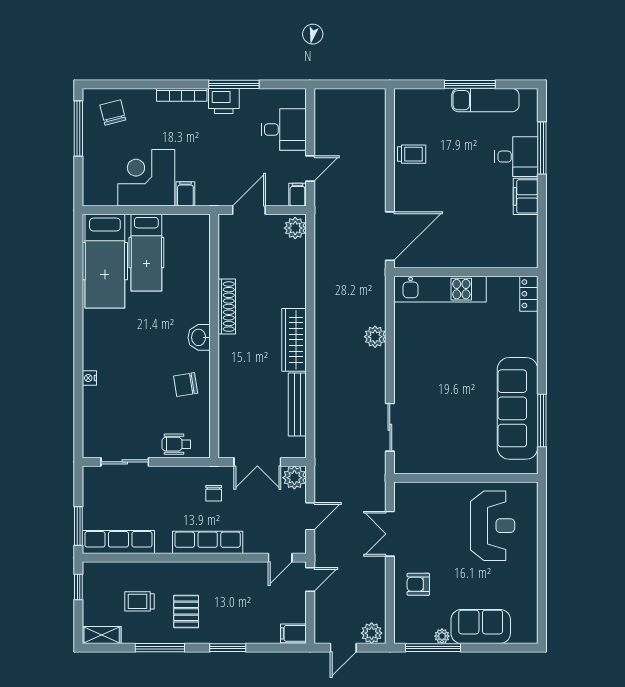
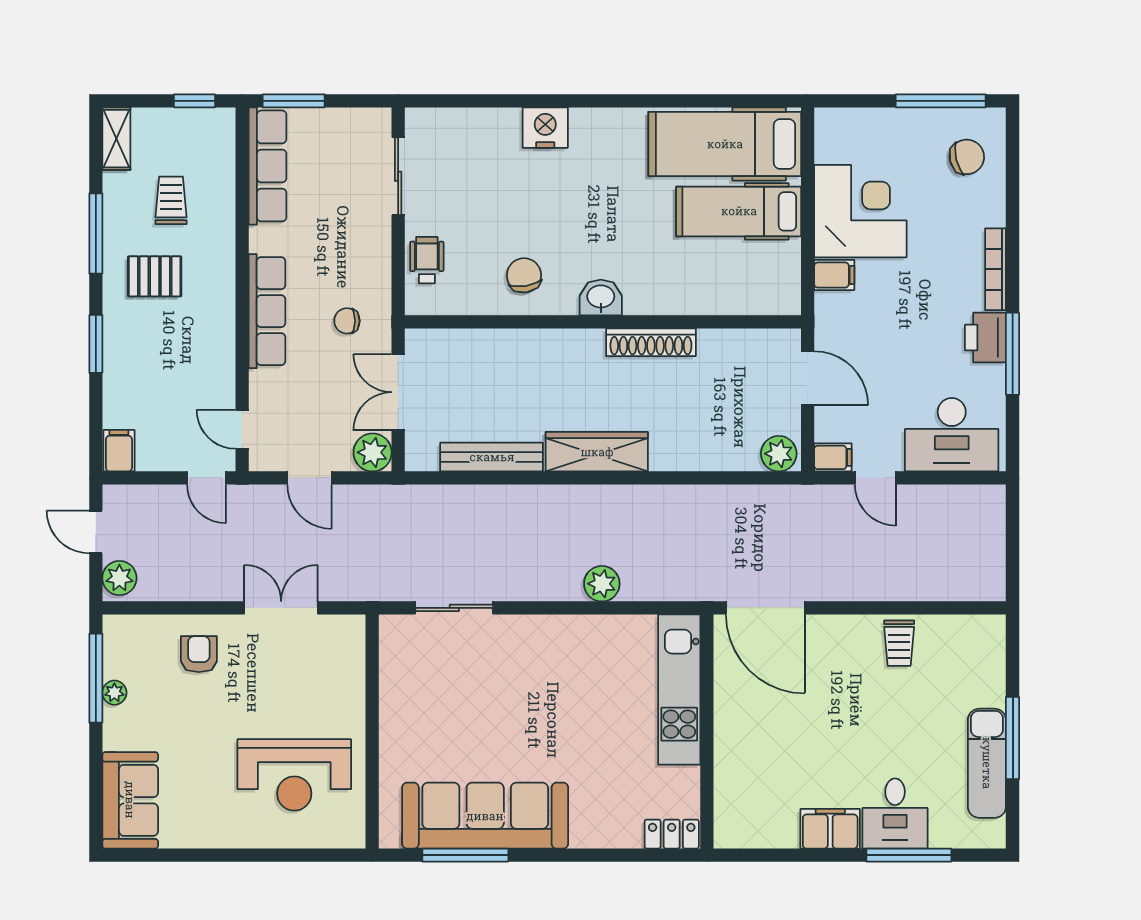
desk: (284, 130) -> (952, 435), width x1.37
nightstand: (89, 378) -> (545, 128), width x1.89, depth x1.79
sofa: (481, 626) -> (130, 800), moved

